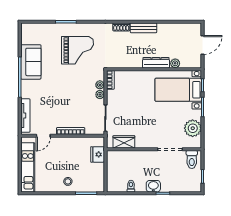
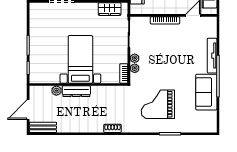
bench: (144, 28) -> (43, 127), moved
bed with nightstands: (178, 90) -> (80, 59), moved, turned -90
tv unit: (25, 116) -> (212, 56), moved
plant: (193, 128) -> (38, 23), removed

